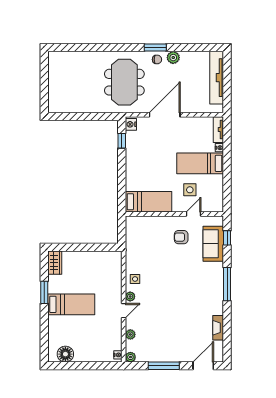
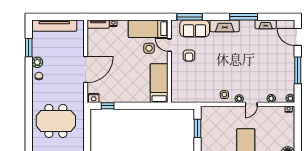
window: (155, 48) -> (29, 48), moved
meeting table: (124, 82) -> (56, 121), moved
door: (165, 115) -> (86, 69), swing flipped
bed: (200, 163) -> (148, 29), moved, turned 90
window: (227, 238) -> (190, 17), width x2.17
window: (95, 247) -> (198, 128), added
fireplace: (216, 279) -> (225, 26), added
window: (227, 284) -> (244, 17), moved
door: (124, 311) -> (251, 104), swing flipped

